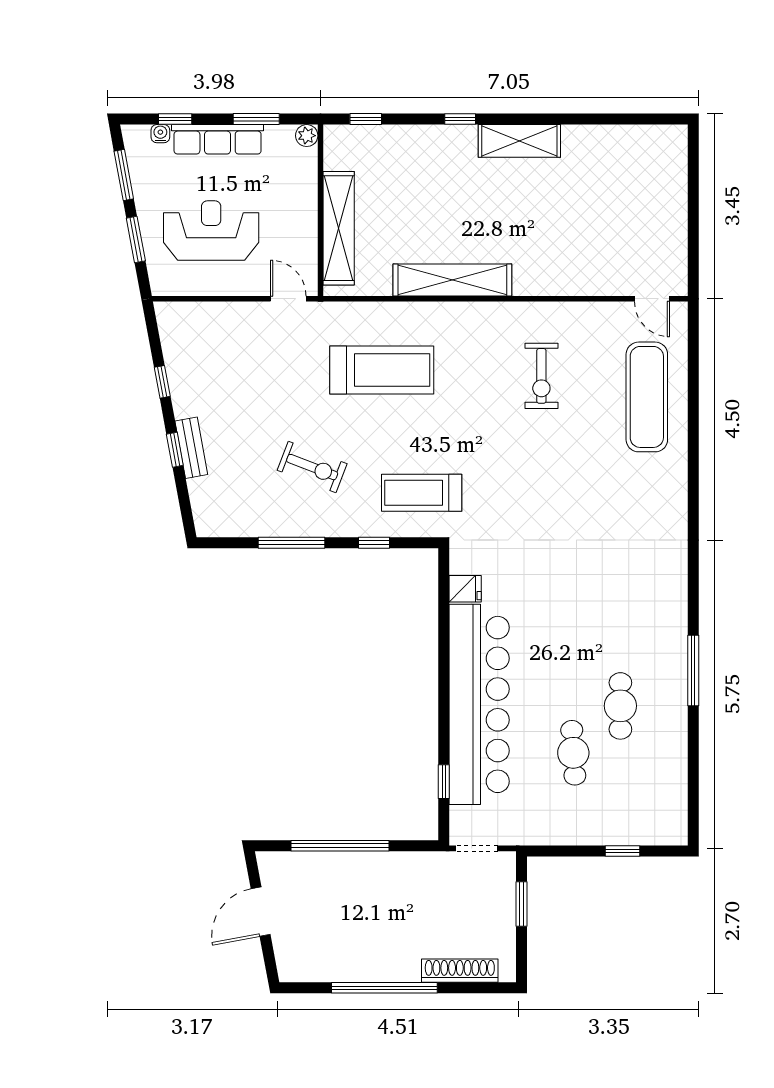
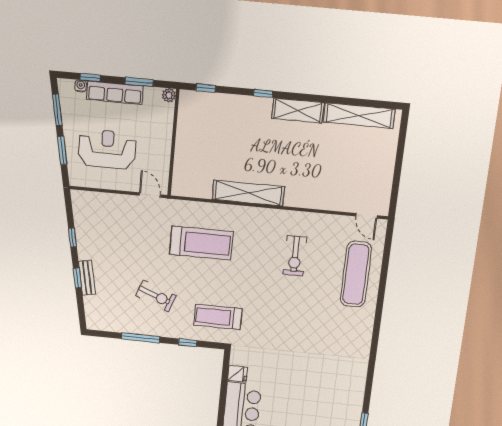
shelving: (339, 228) -> (359, 116), moved, turned 90

